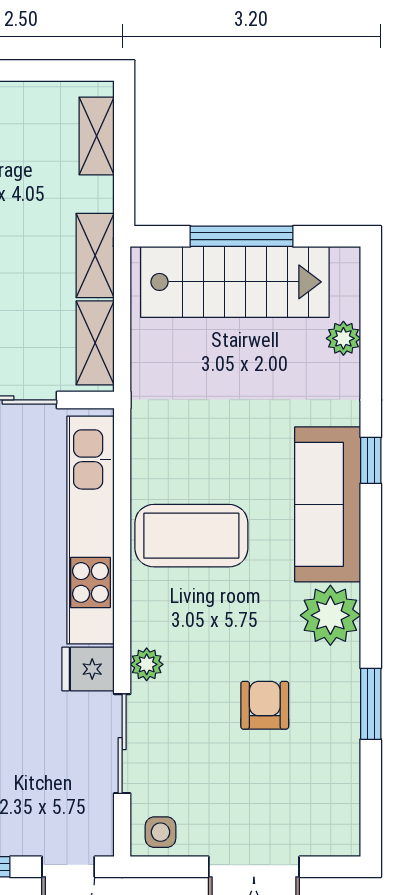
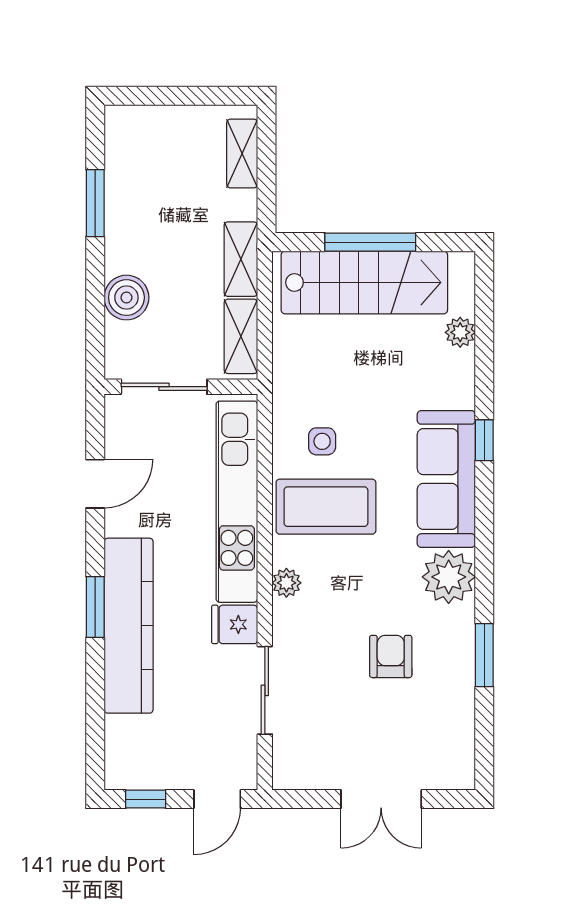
plant: (147, 664) -> (286, 583), moved
side table: (160, 832) -> (322, 441), moved

